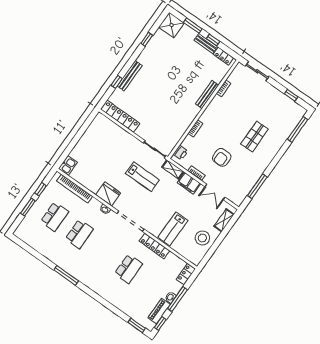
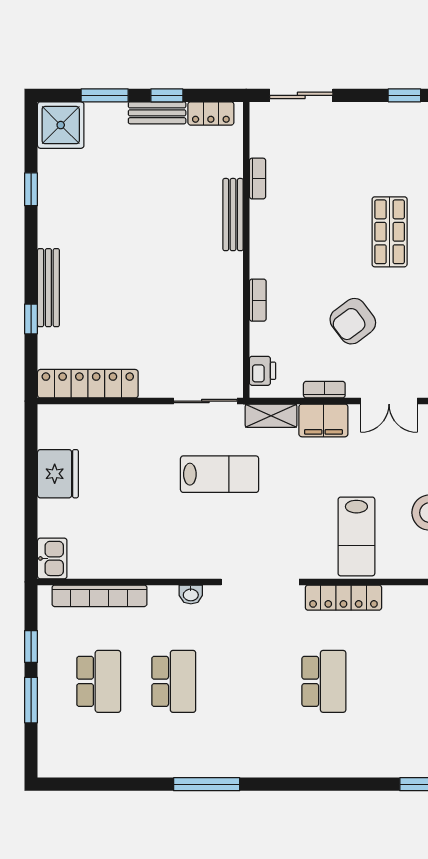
armchair: (222, 157) -> (353, 321), turned 53
fridge: (108, 194) -> (58, 474), moved, turned 90

